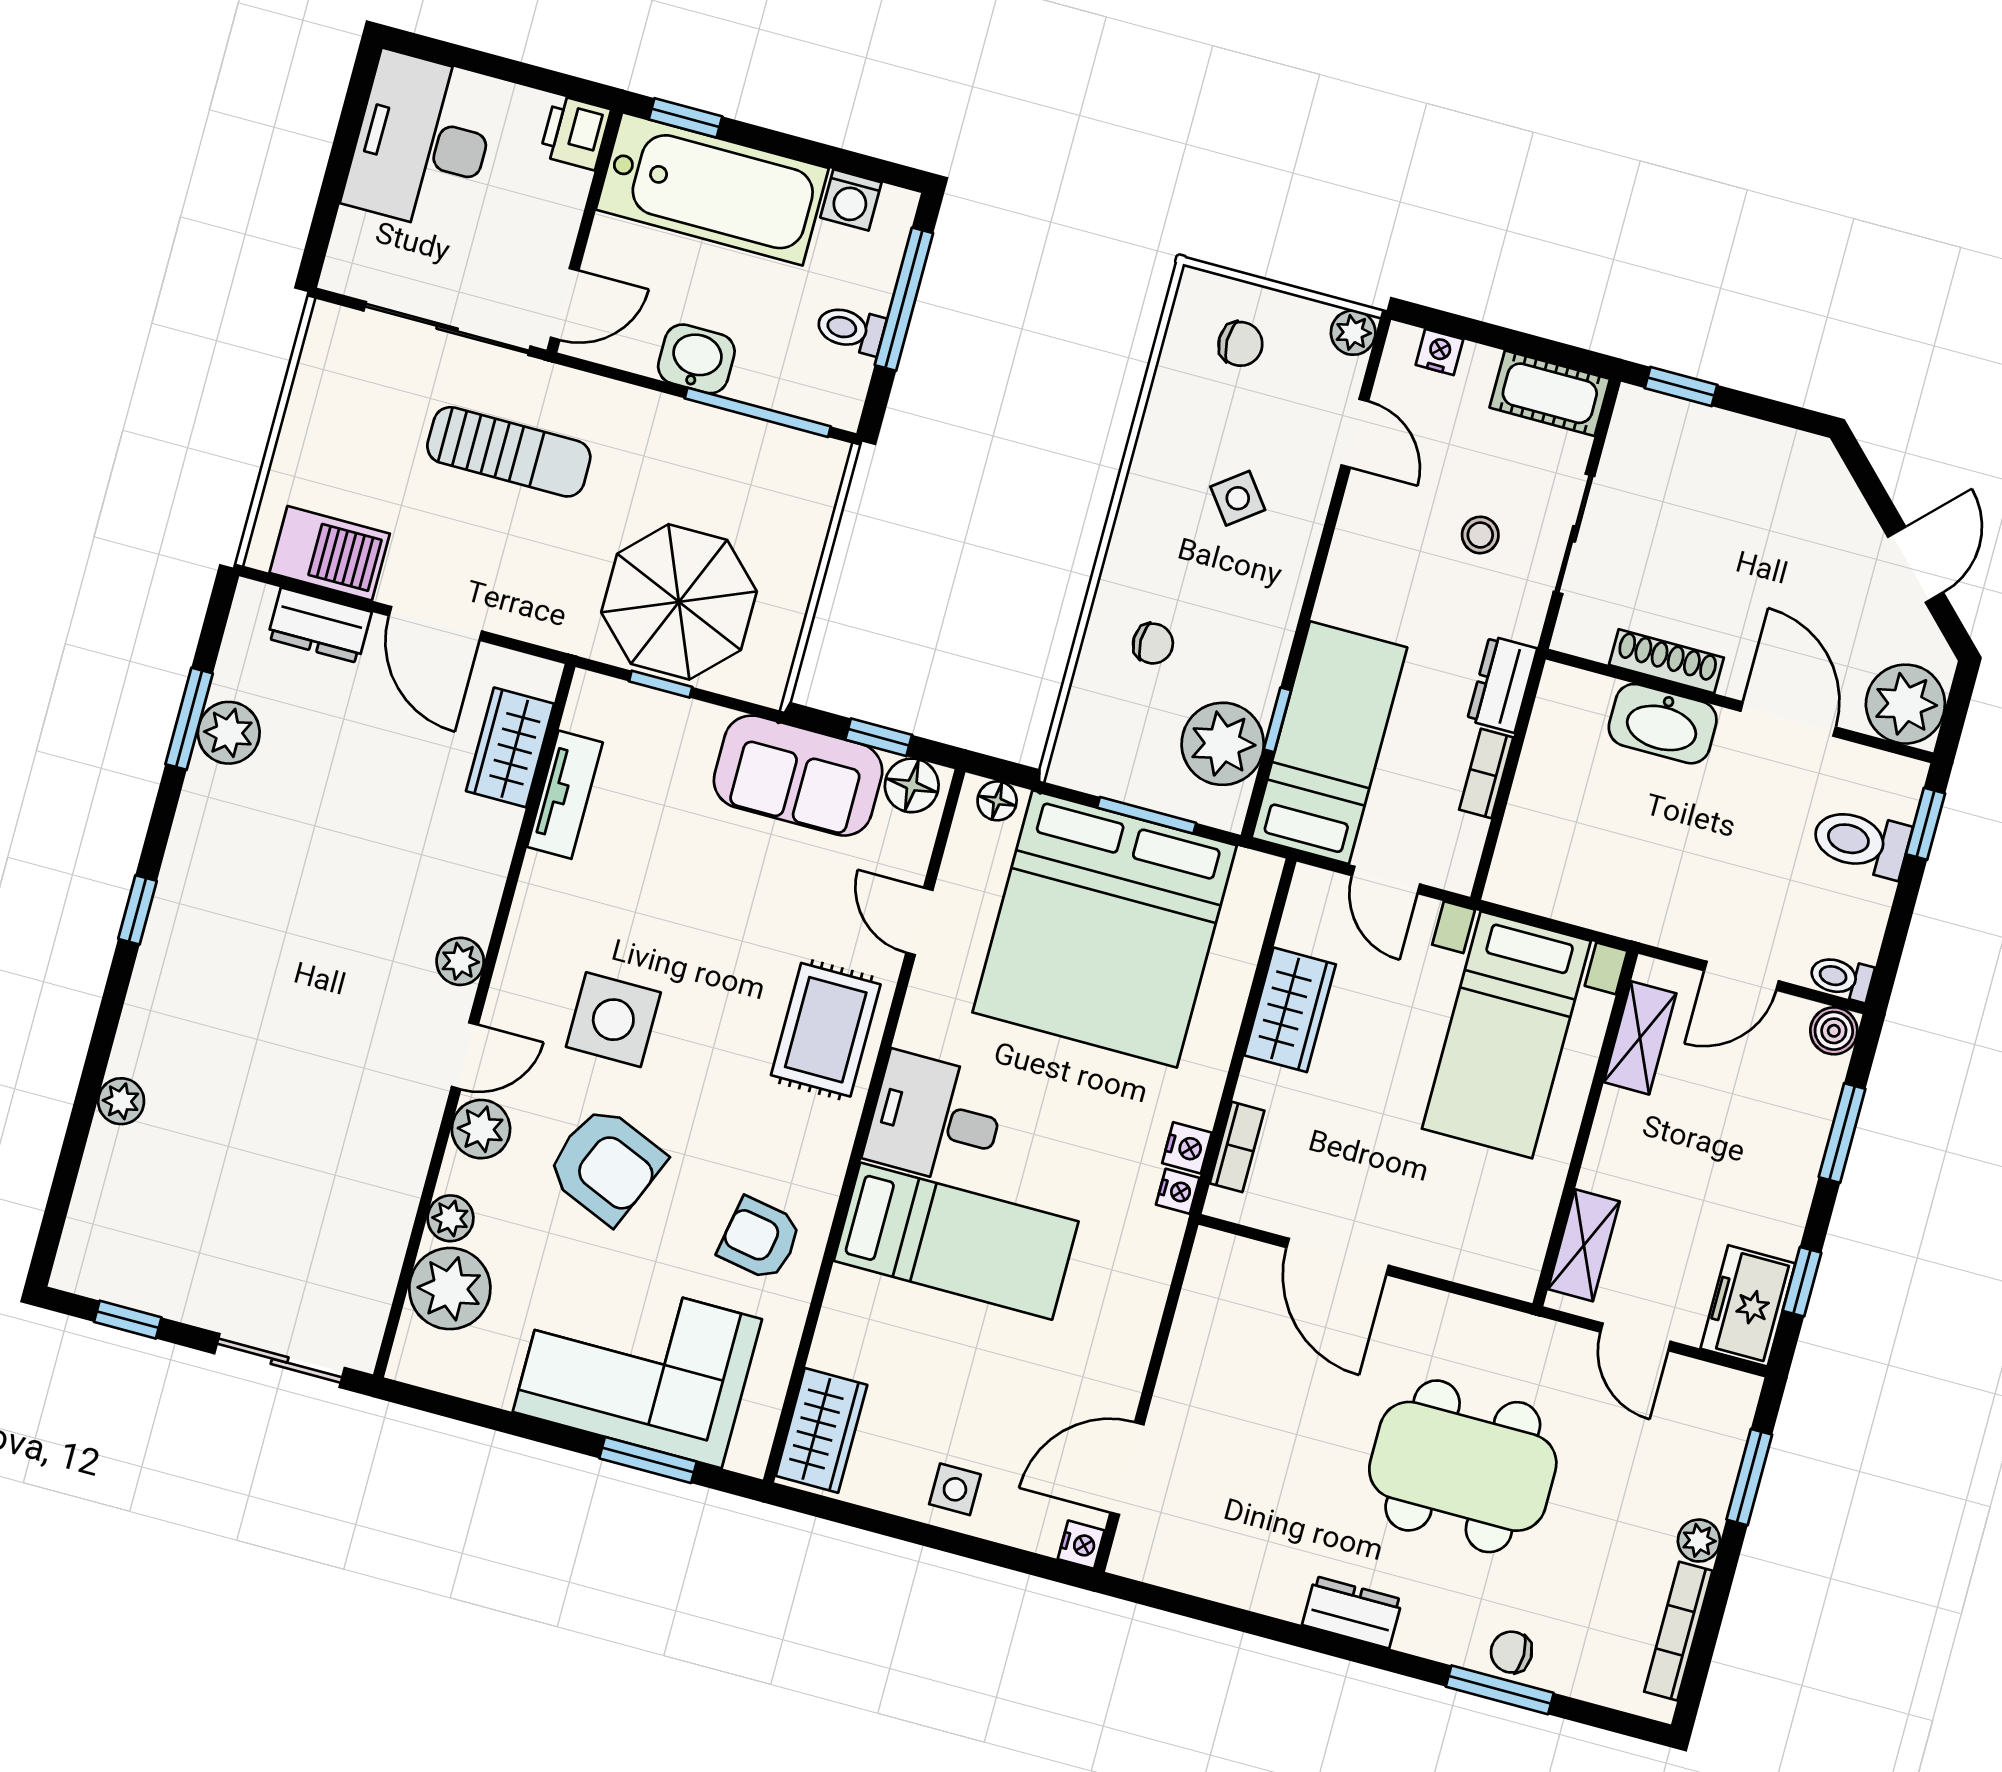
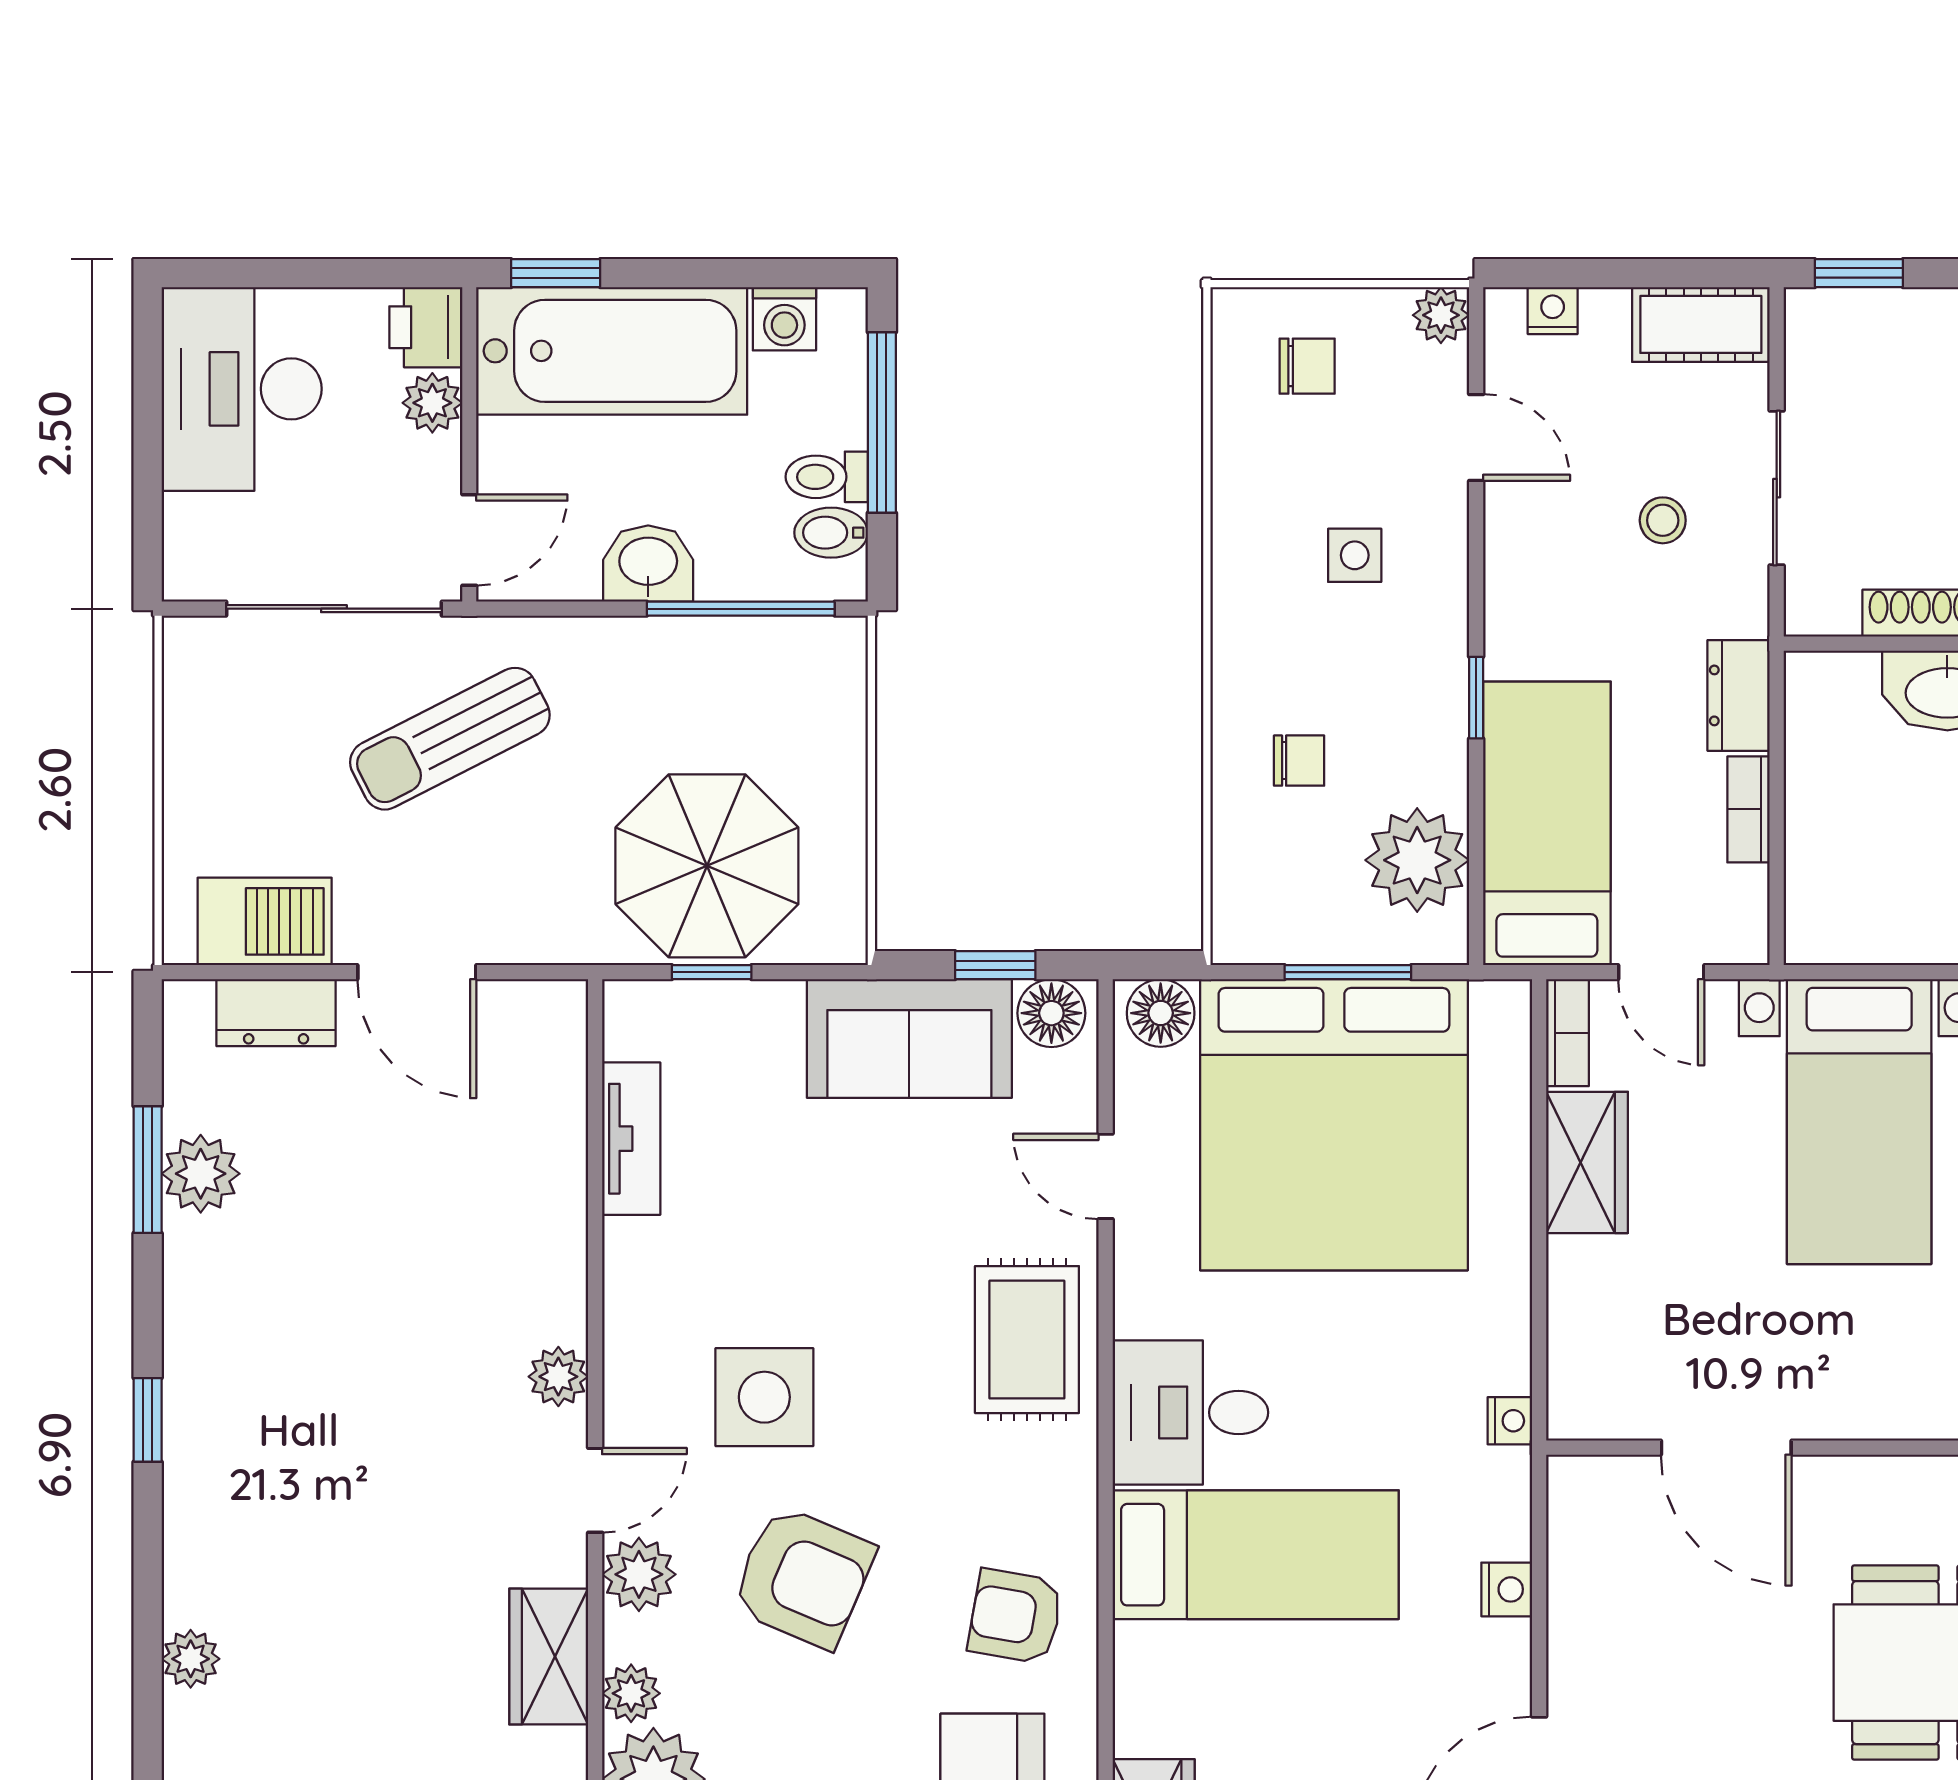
plant: (565, 192) -> (432, 403), added
bidet: (842, 373) -> (831, 533), added
sun lounger: (509, 452) -> (450, 739), turned 153
side table: (1238, 498) -> (1355, 555), turned 37
window: (1277, 720) -> (1476, 698), moved
wardrobe: (510, 747) -> (549, 1656), moved
floor lamp: (997, 801) -> (1161, 1013), width x1.37, depth x1.37
bookcase: (1237, 1147) -> (1567, 1033), moved
nightstand: (1187, 1148) -> (1507, 1589), moved

